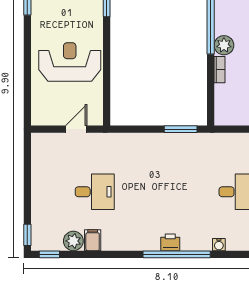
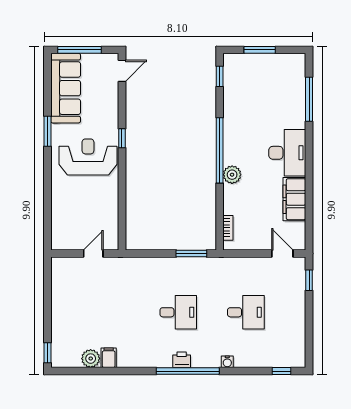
reception desk: (70, 62) -> (88, 157), moved
bookcase: (220, 70) -> (228, 228), moved
desk: (95, 192) -> (178, 312), moved
window: (49, 254) -> (68, 371), removed

